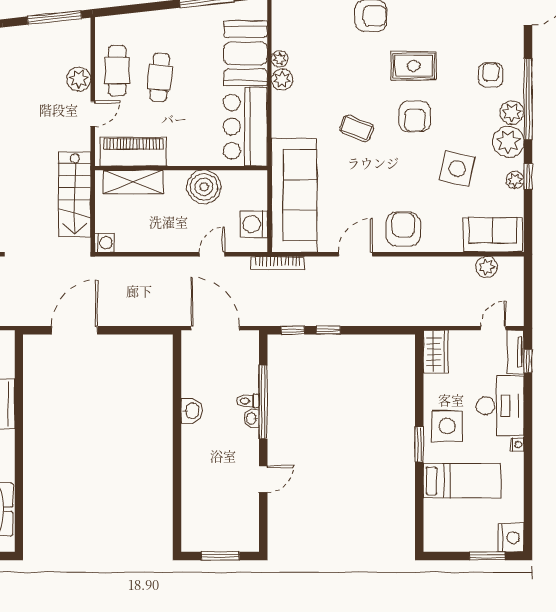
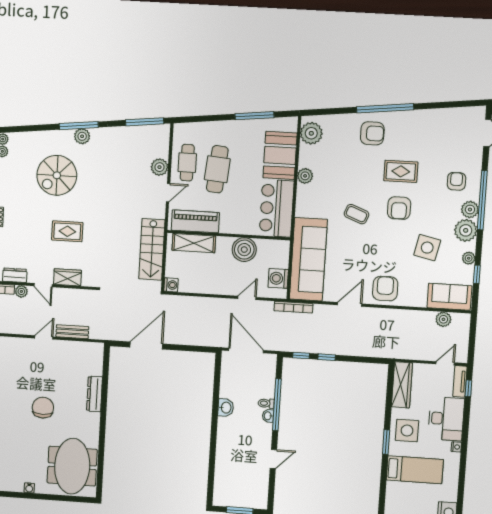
plant: (280, 59) -> (311, 133), moved, width x1.87, depth x1.87
cafe table: (160, 77) -> (217, 169), width x1.37, depth x1.35
window: (528, 176) -> (477, 274), moved
wardrobe: (436, 352) -> (402, 385), width x1.50

